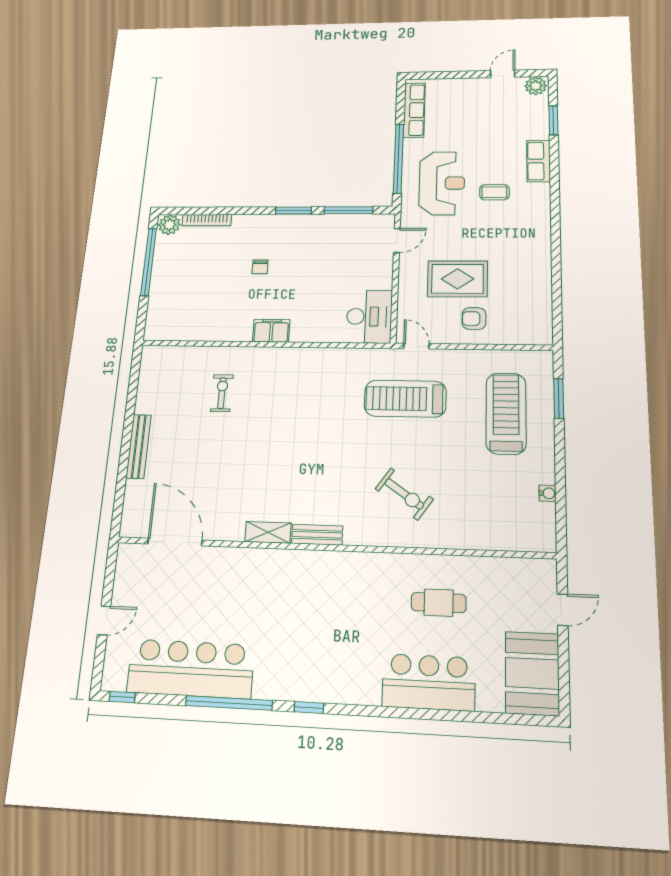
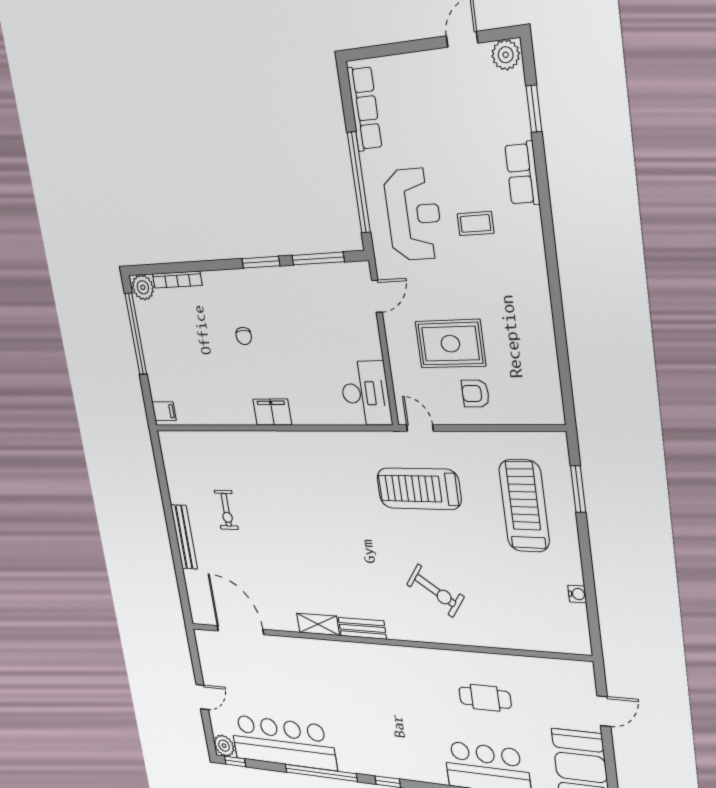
filing cabinet: (156, 328) -> (164, 411), added
exercise bike: (222, 393) -> (226, 510), moved, turned 180
plant: (114, 678) -> (224, 746), added

